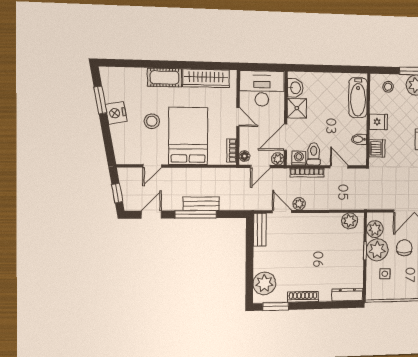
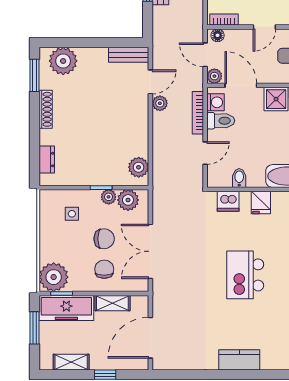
plant: (377, 250) -> (109, 197), width x0.53, depth x0.53
dresser: (347, 295) -> (47, 160), width x0.70

